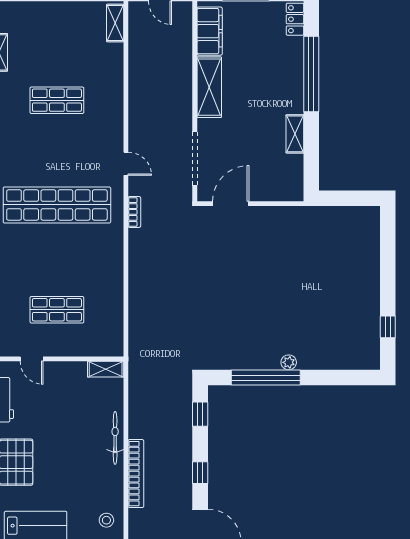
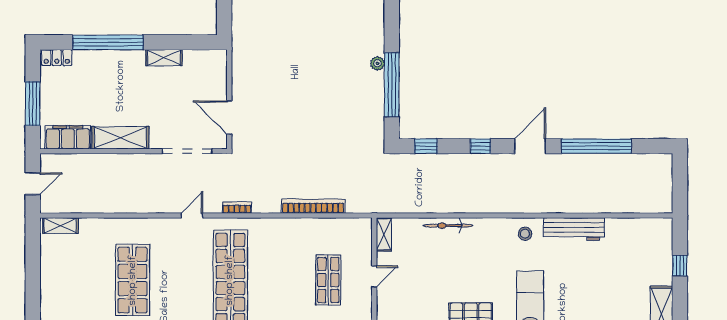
shop shelf: (57, 100) -> (133, 280), width x1.43, depth x1.36
door: (32, 359) -> (374, 276), moved
bookcase: (136, 474) -> (313, 206), moved

